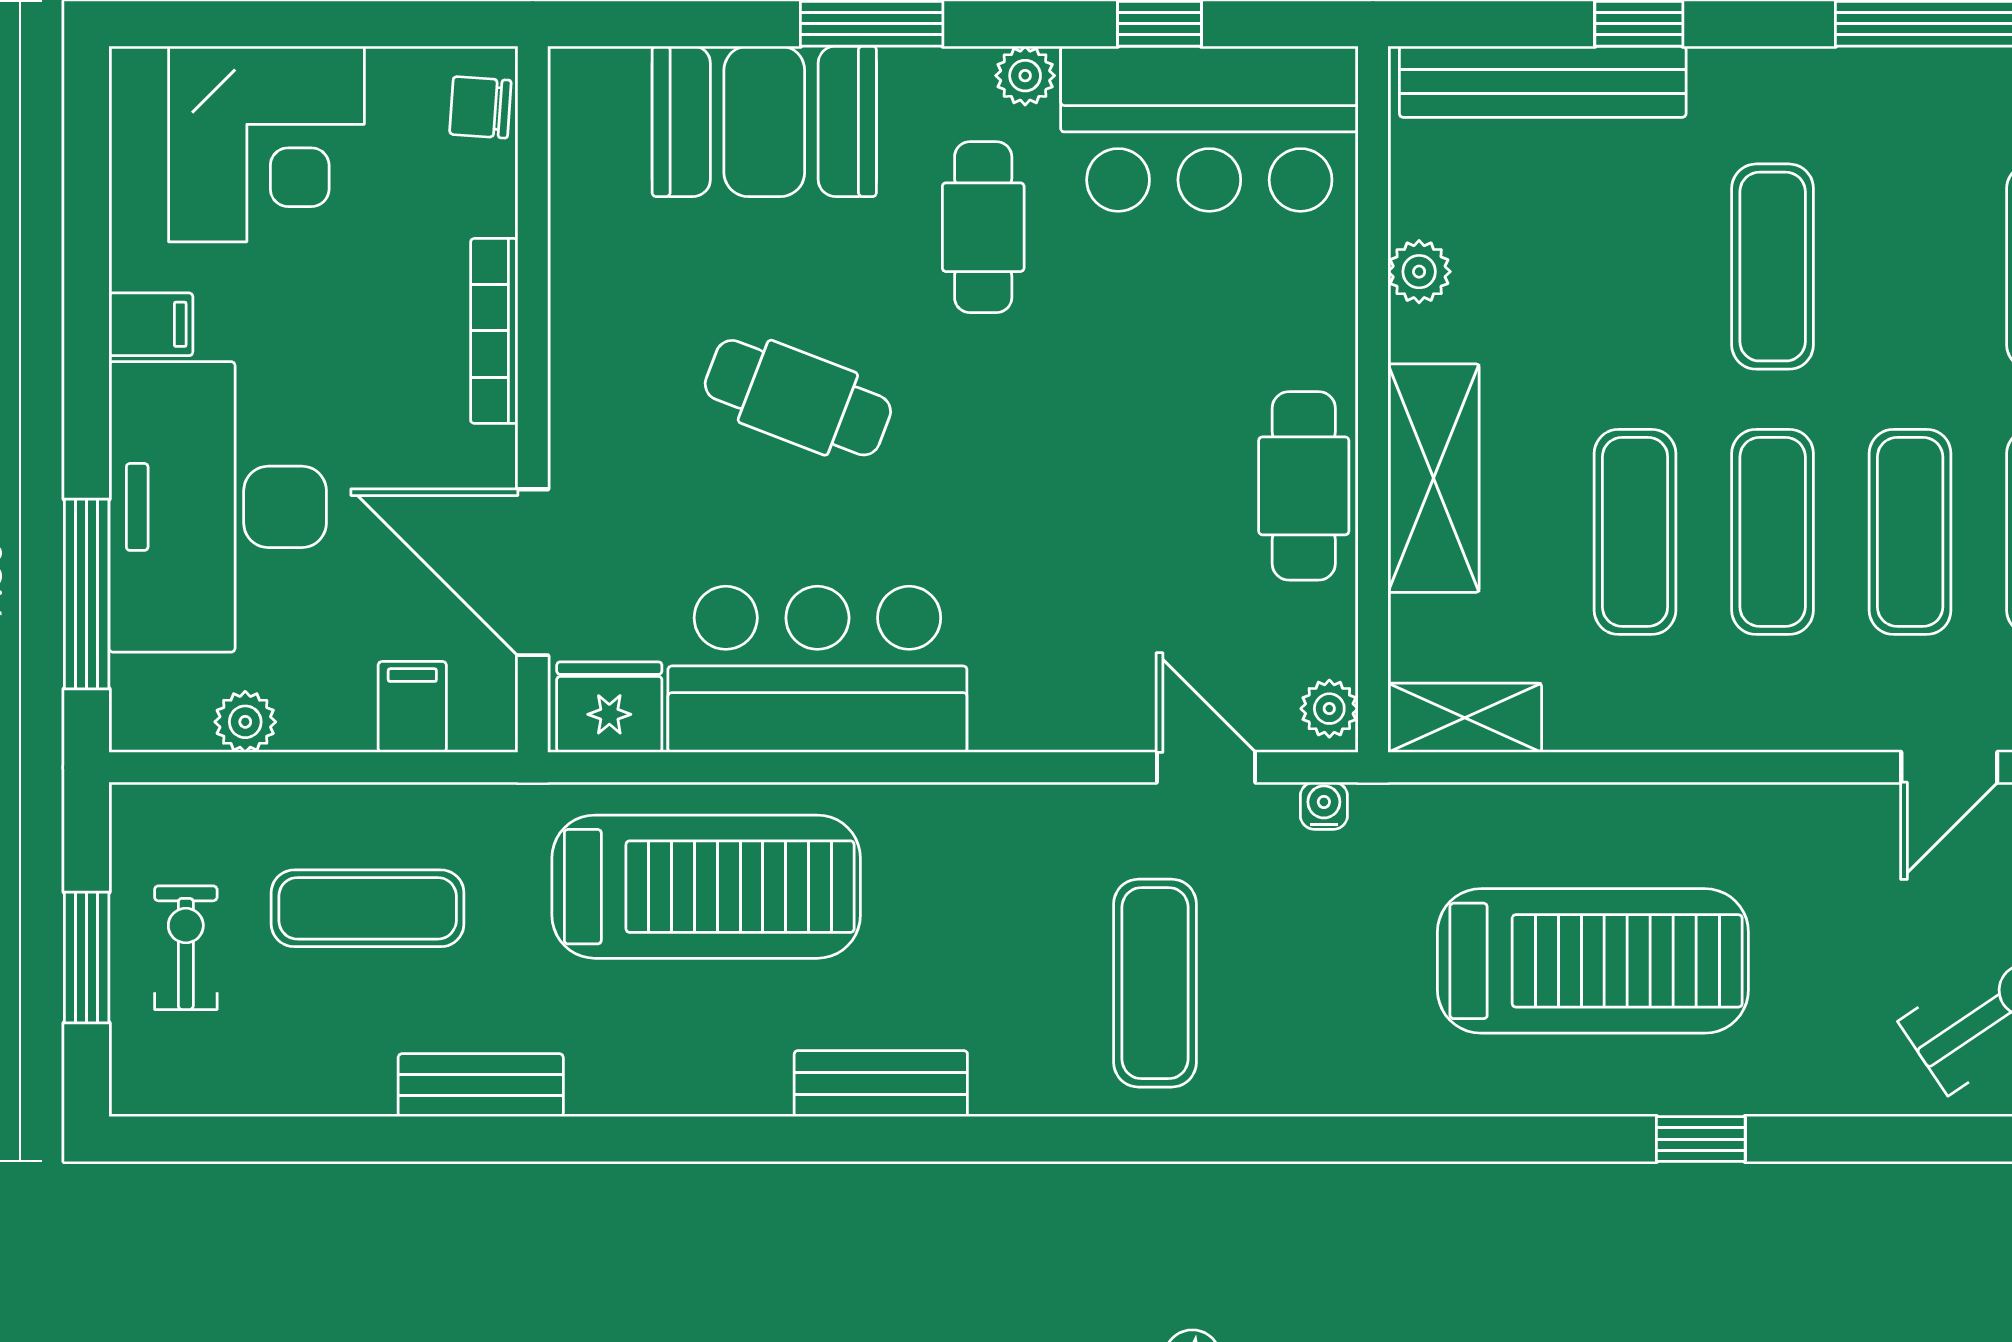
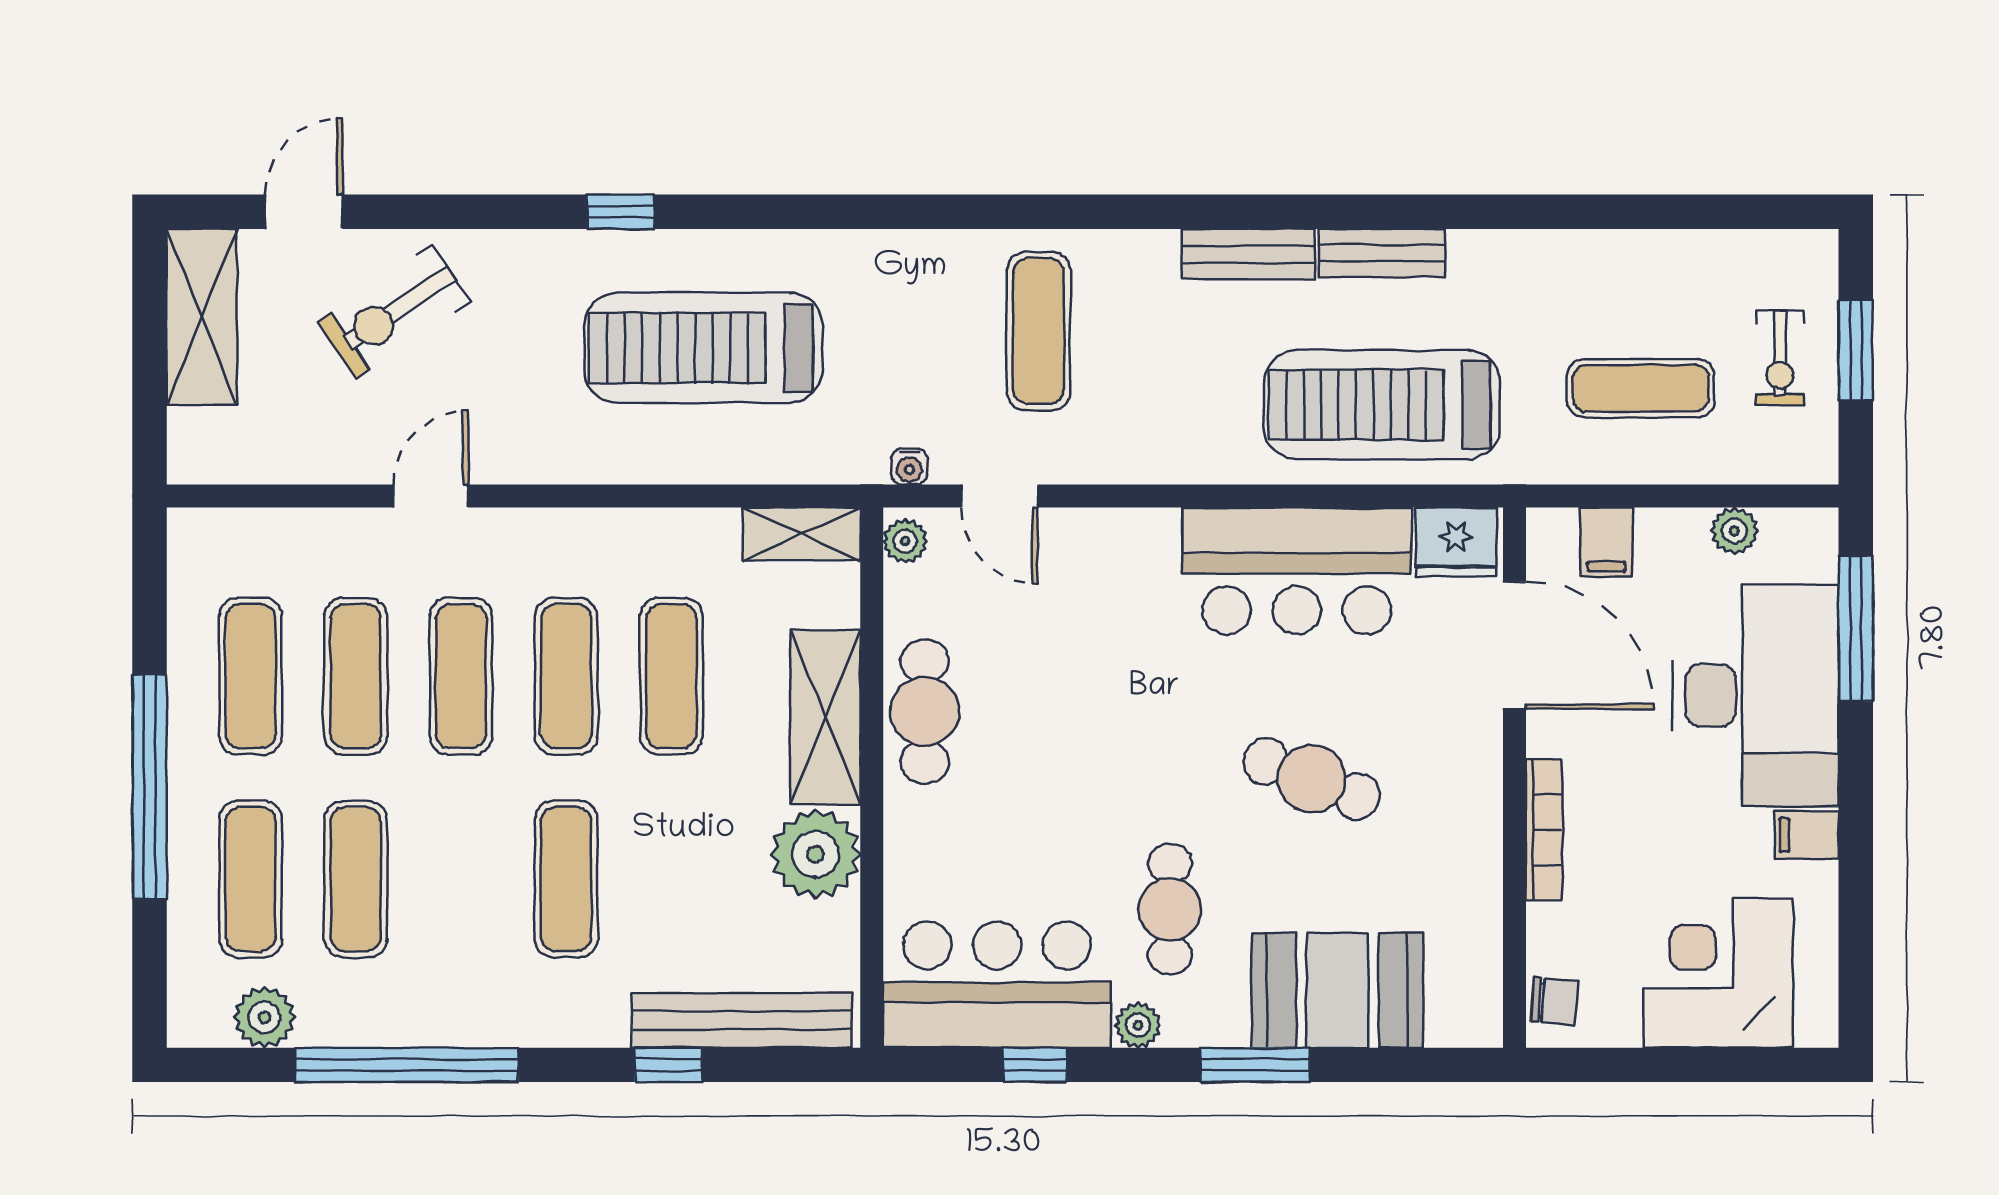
plant: (1419, 272) -> (815, 854), width x1.88, depth x1.88
bench: (481, 1085) -> (1382, 253), moved

